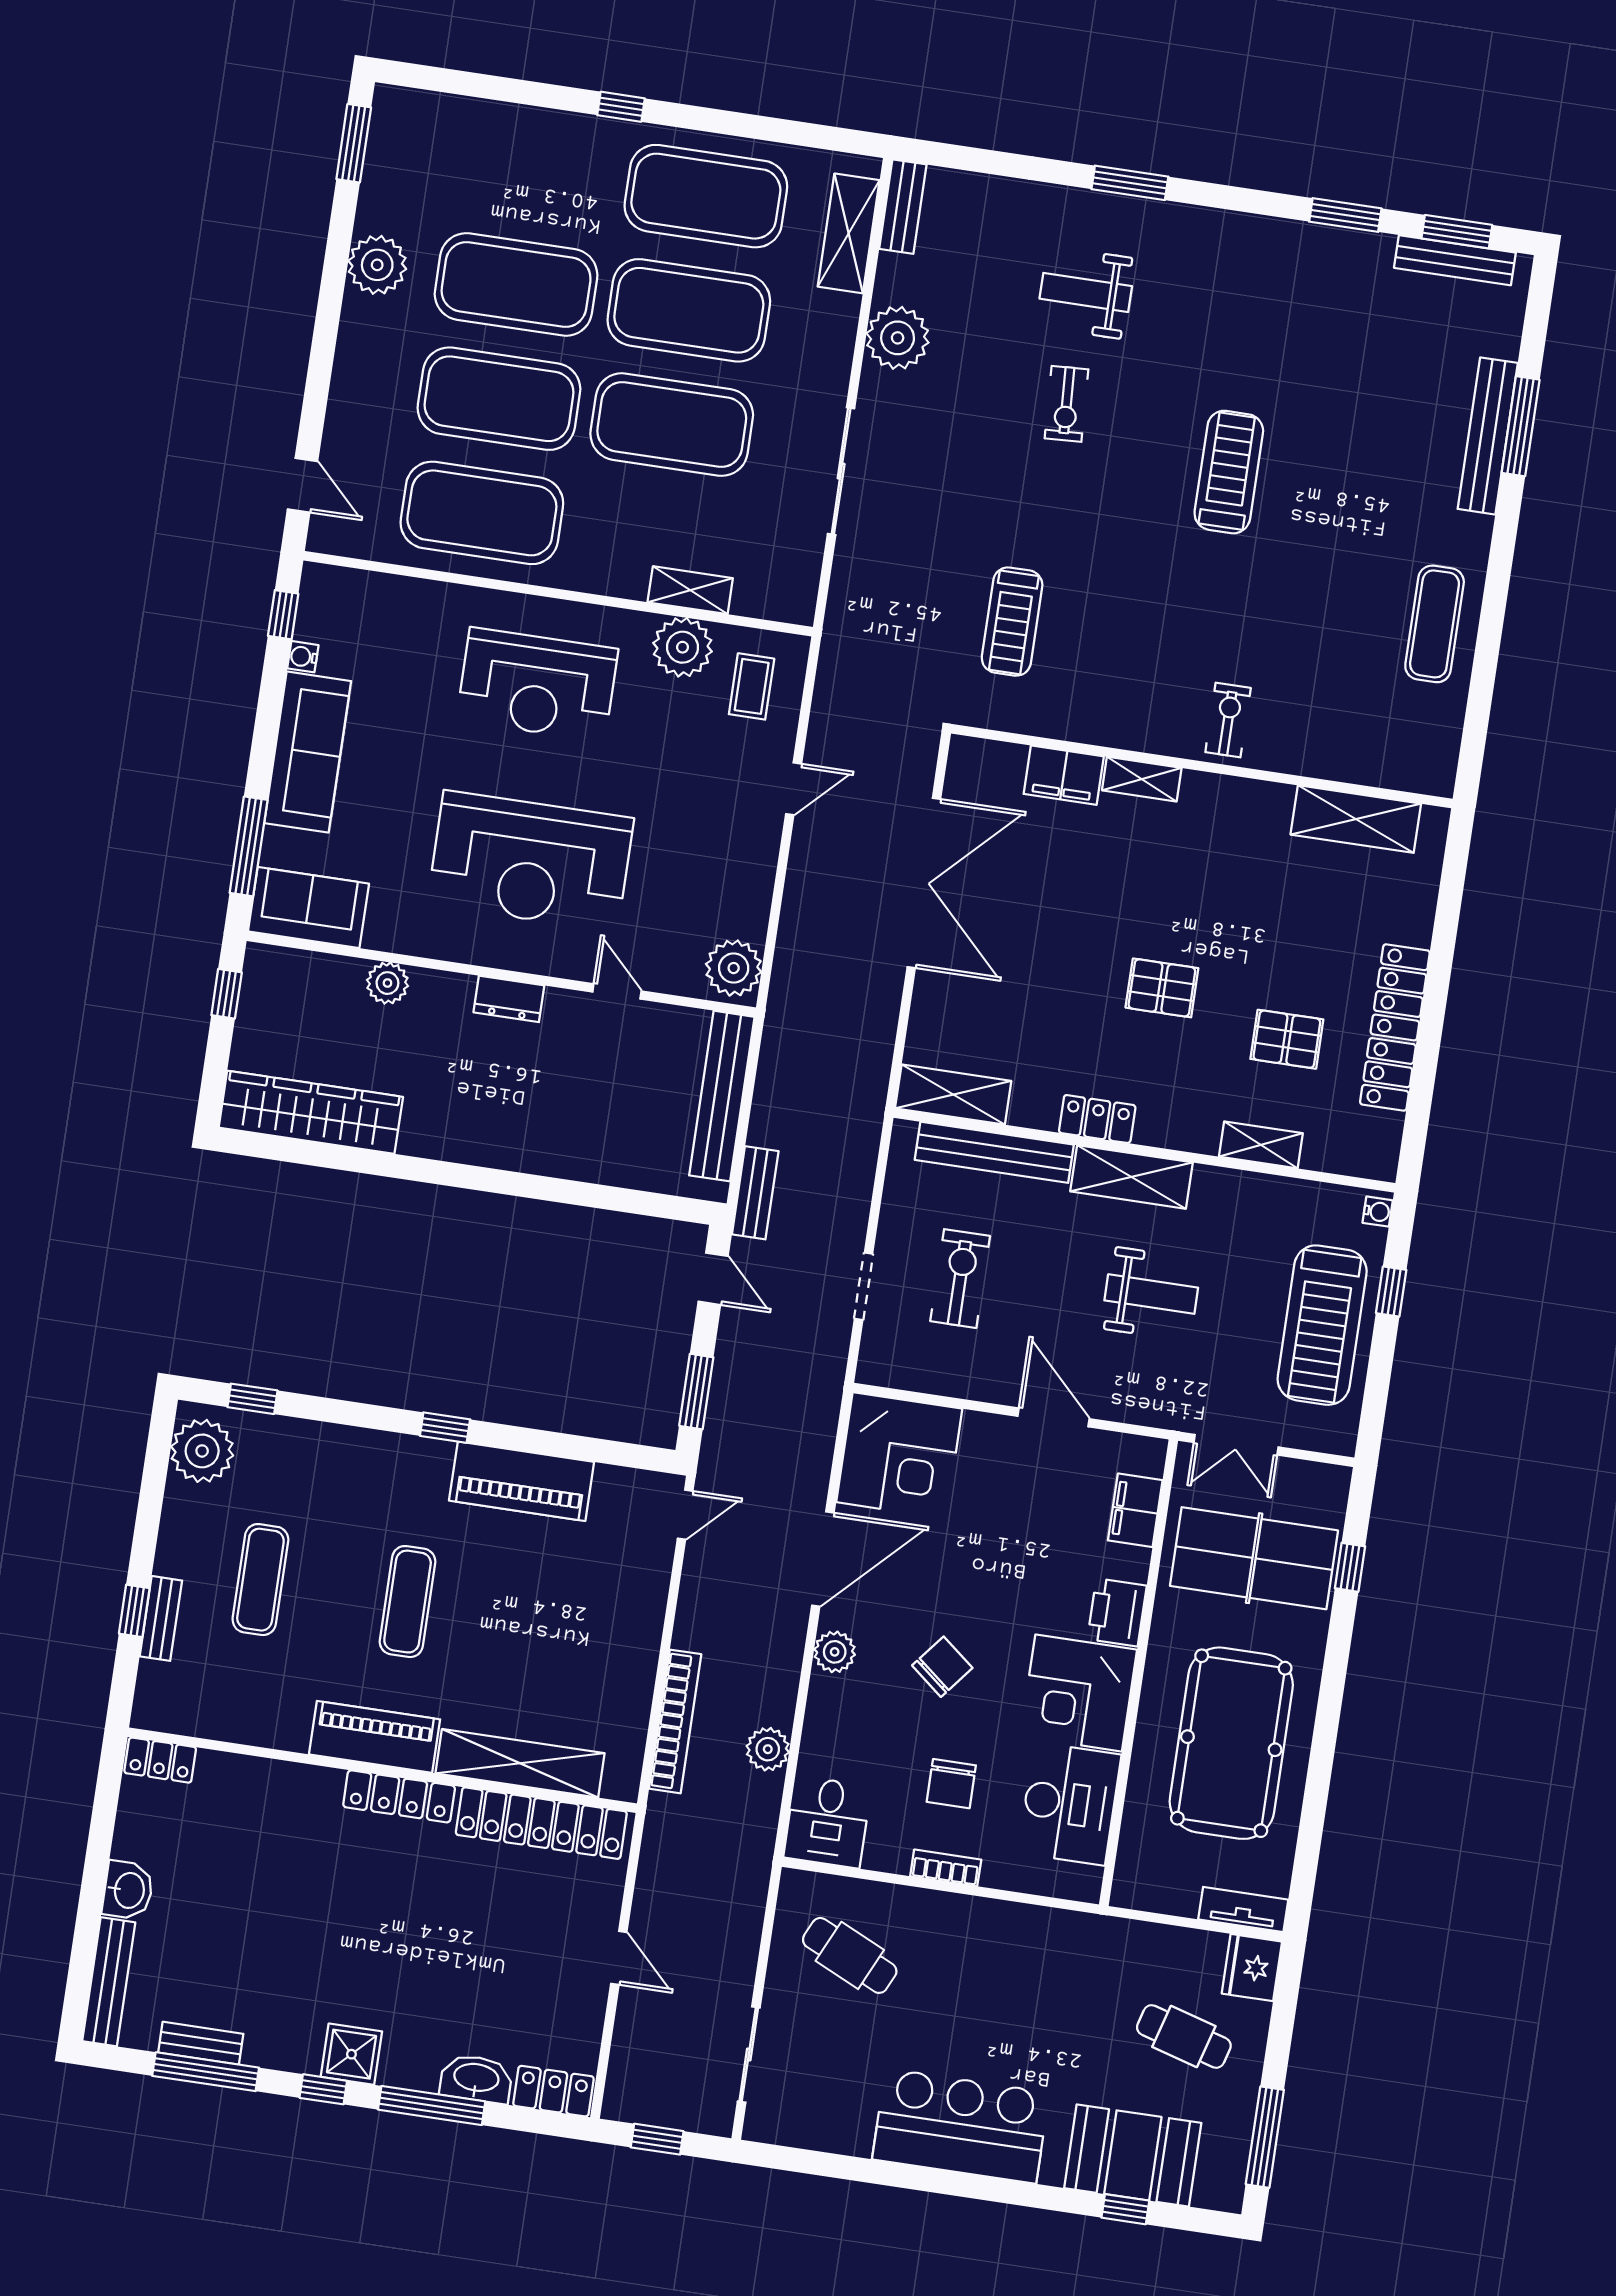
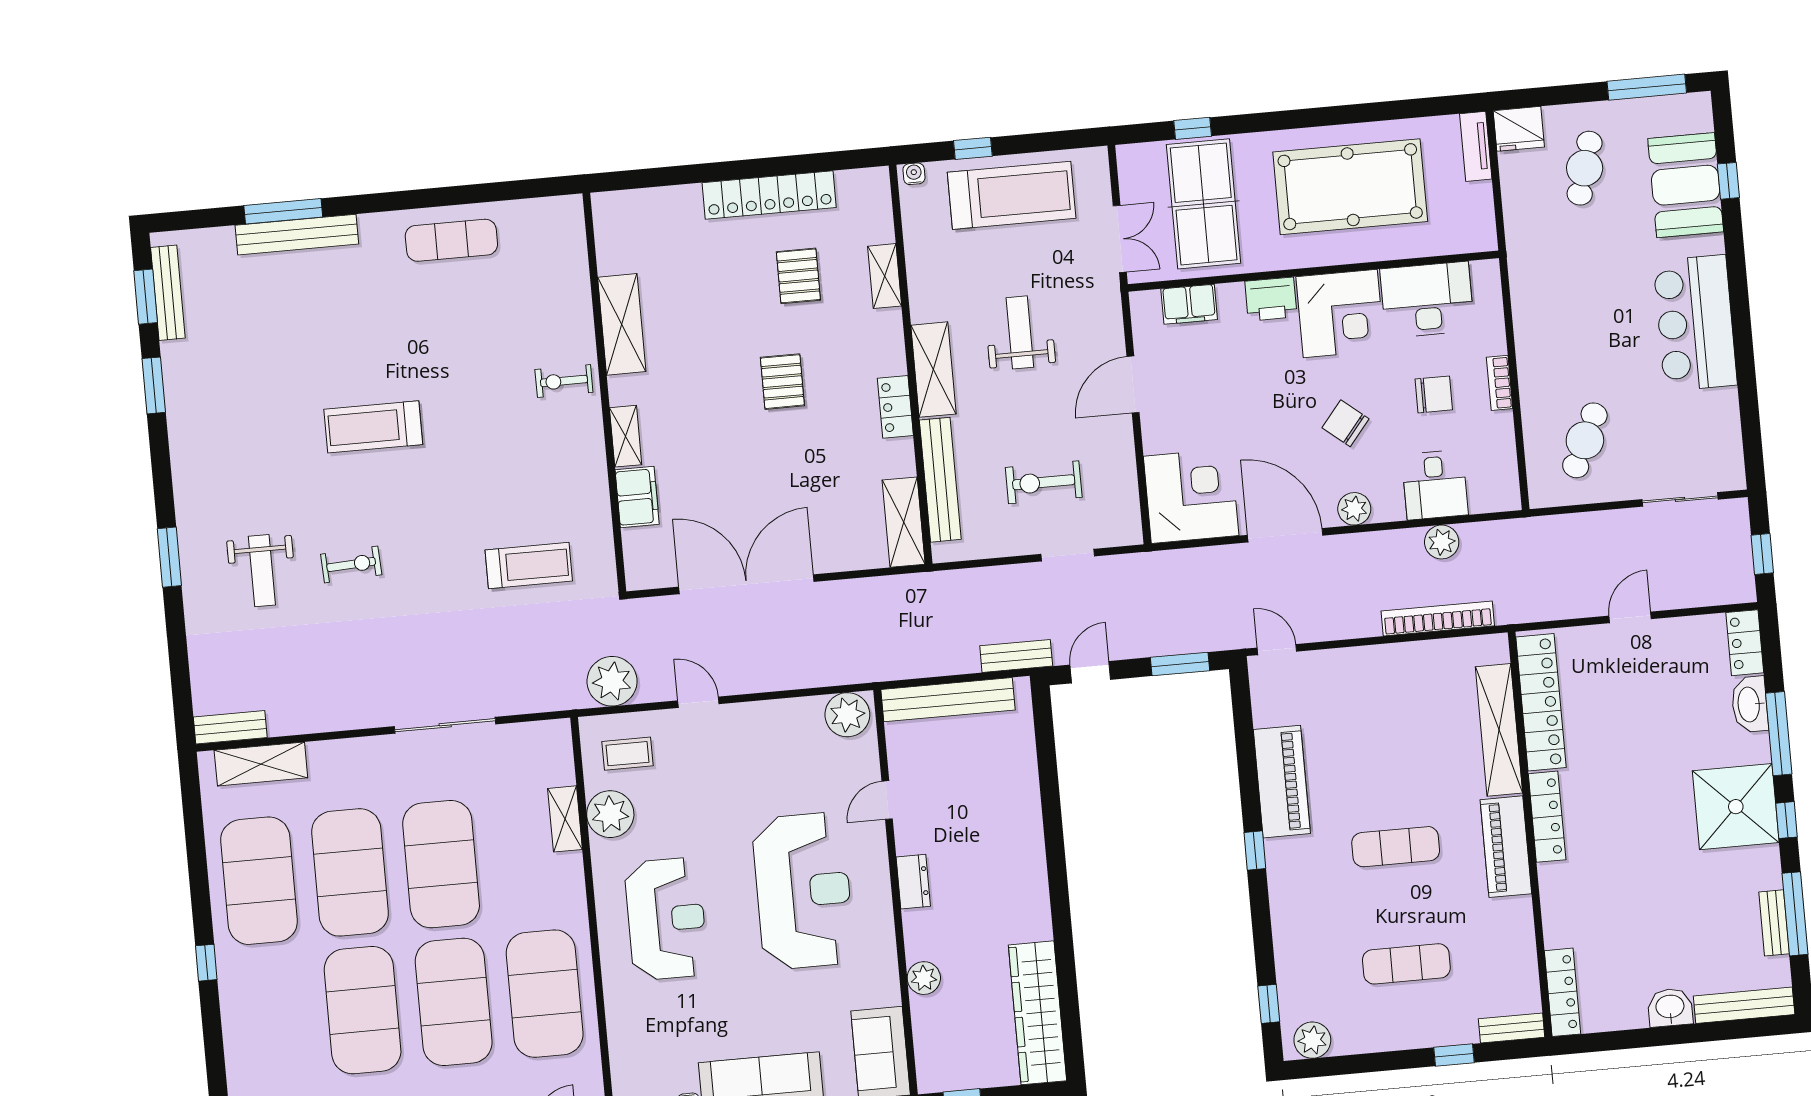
plant: (898, 338) -> (612, 681), moved
shelving: (1356, 819) -> (622, 324), moved
plant: (202, 1451) -> (1312, 1040), width x0.73, depth x0.73
bench: (161, 1618) -> (1512, 1028), moved
locker: (160, 1760) -> (1563, 992), width x1.53
desk: (827, 1822) -> (1435, 485), moved, turned 90
shower: (351, 2054) -> (1736, 807), width x1.86, depth x1.86

